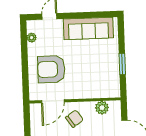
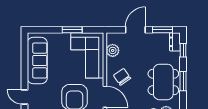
corner sofa: (96, 81) -> (87, 55), added

